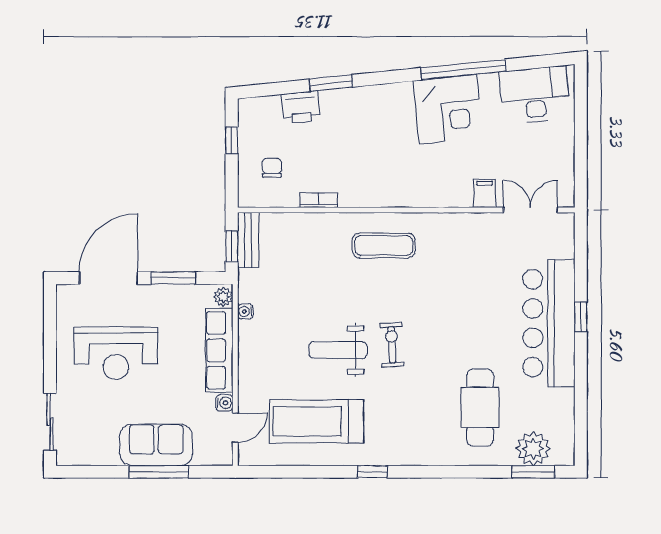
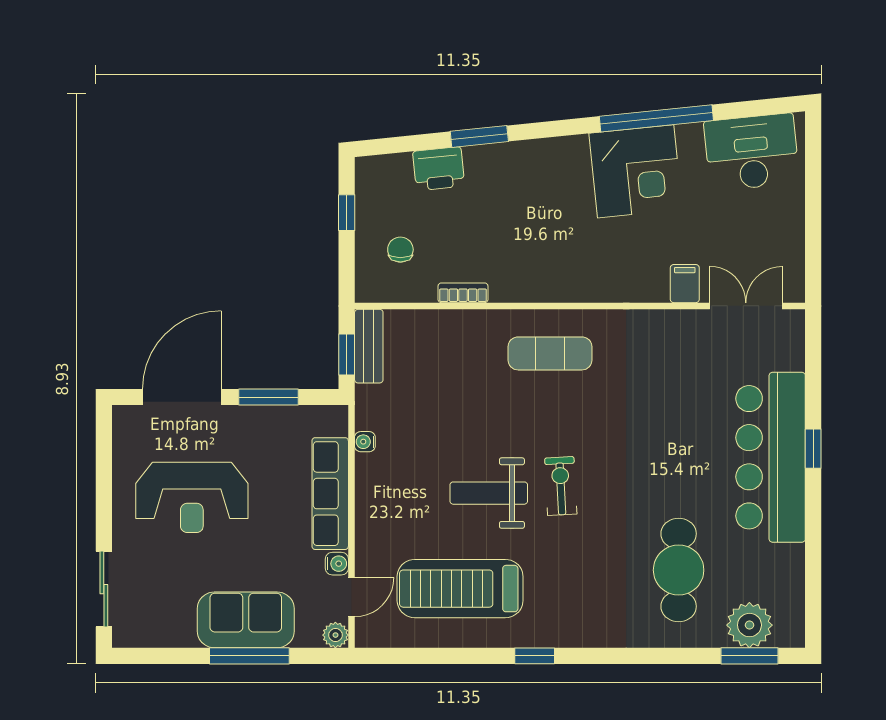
plant: (223, 297) -> (335, 635), moved

